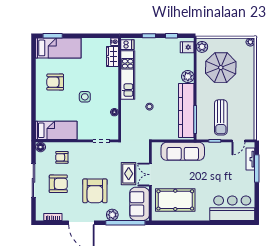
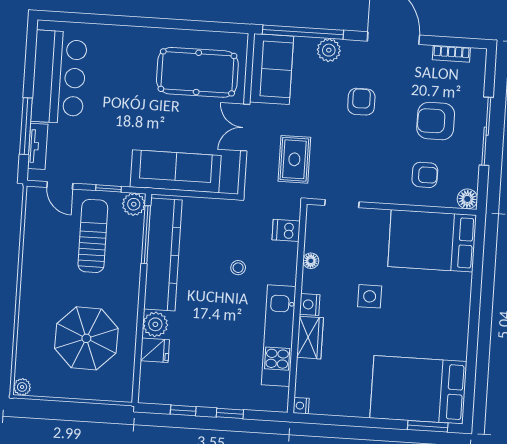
dishwasher: (127, 45) -> (286, 230), moved
fridge: (187, 47) -> (155, 350), moved
plant: (202, 47) -> (134, 204), moved
bed: (58, 48) -> (418, 390), width x1.50
wardrobe: (112, 56) -> (310, 338), moved
armchair: (55, 82) -> (429, 331), removed
nightstand: (114, 91) -> (310, 305), added
bed: (56, 130) -> (432, 241), width x1.50
door: (238, 141) -> (60, 185), swing flipped
rug: (129, 174) -> (294, 159), moved
double door: (150, 175) -> (245, 128), swing flipped
armchair: (95, 191) -> (361, 102), width x0.53, depth x0.53
bar counter: (232, 208) -> (59, 77), moved, turned -90

